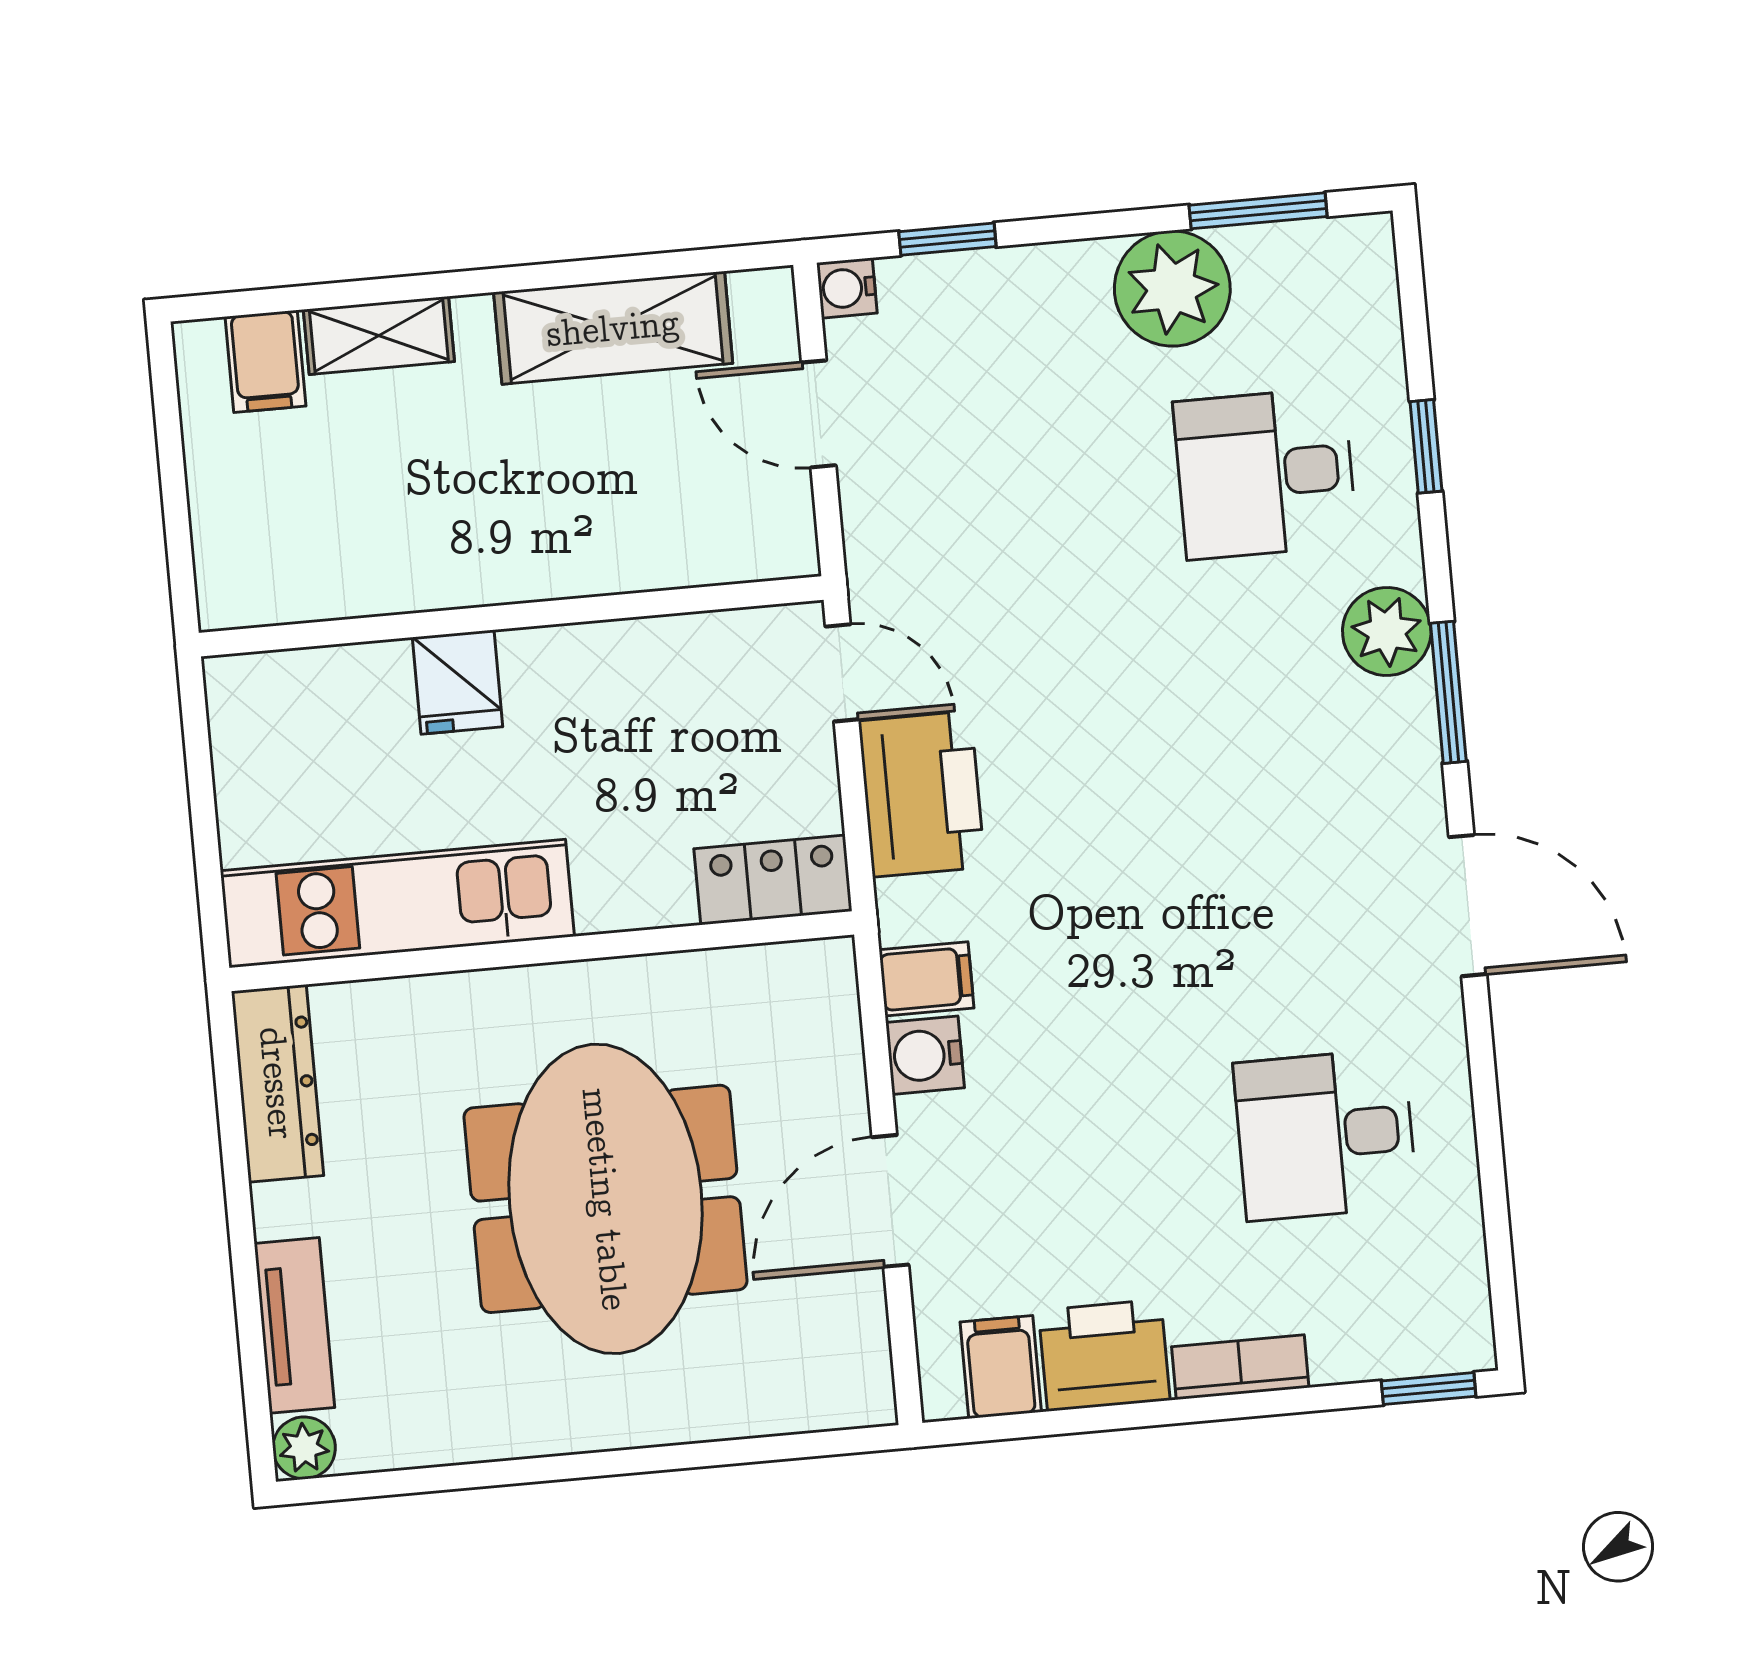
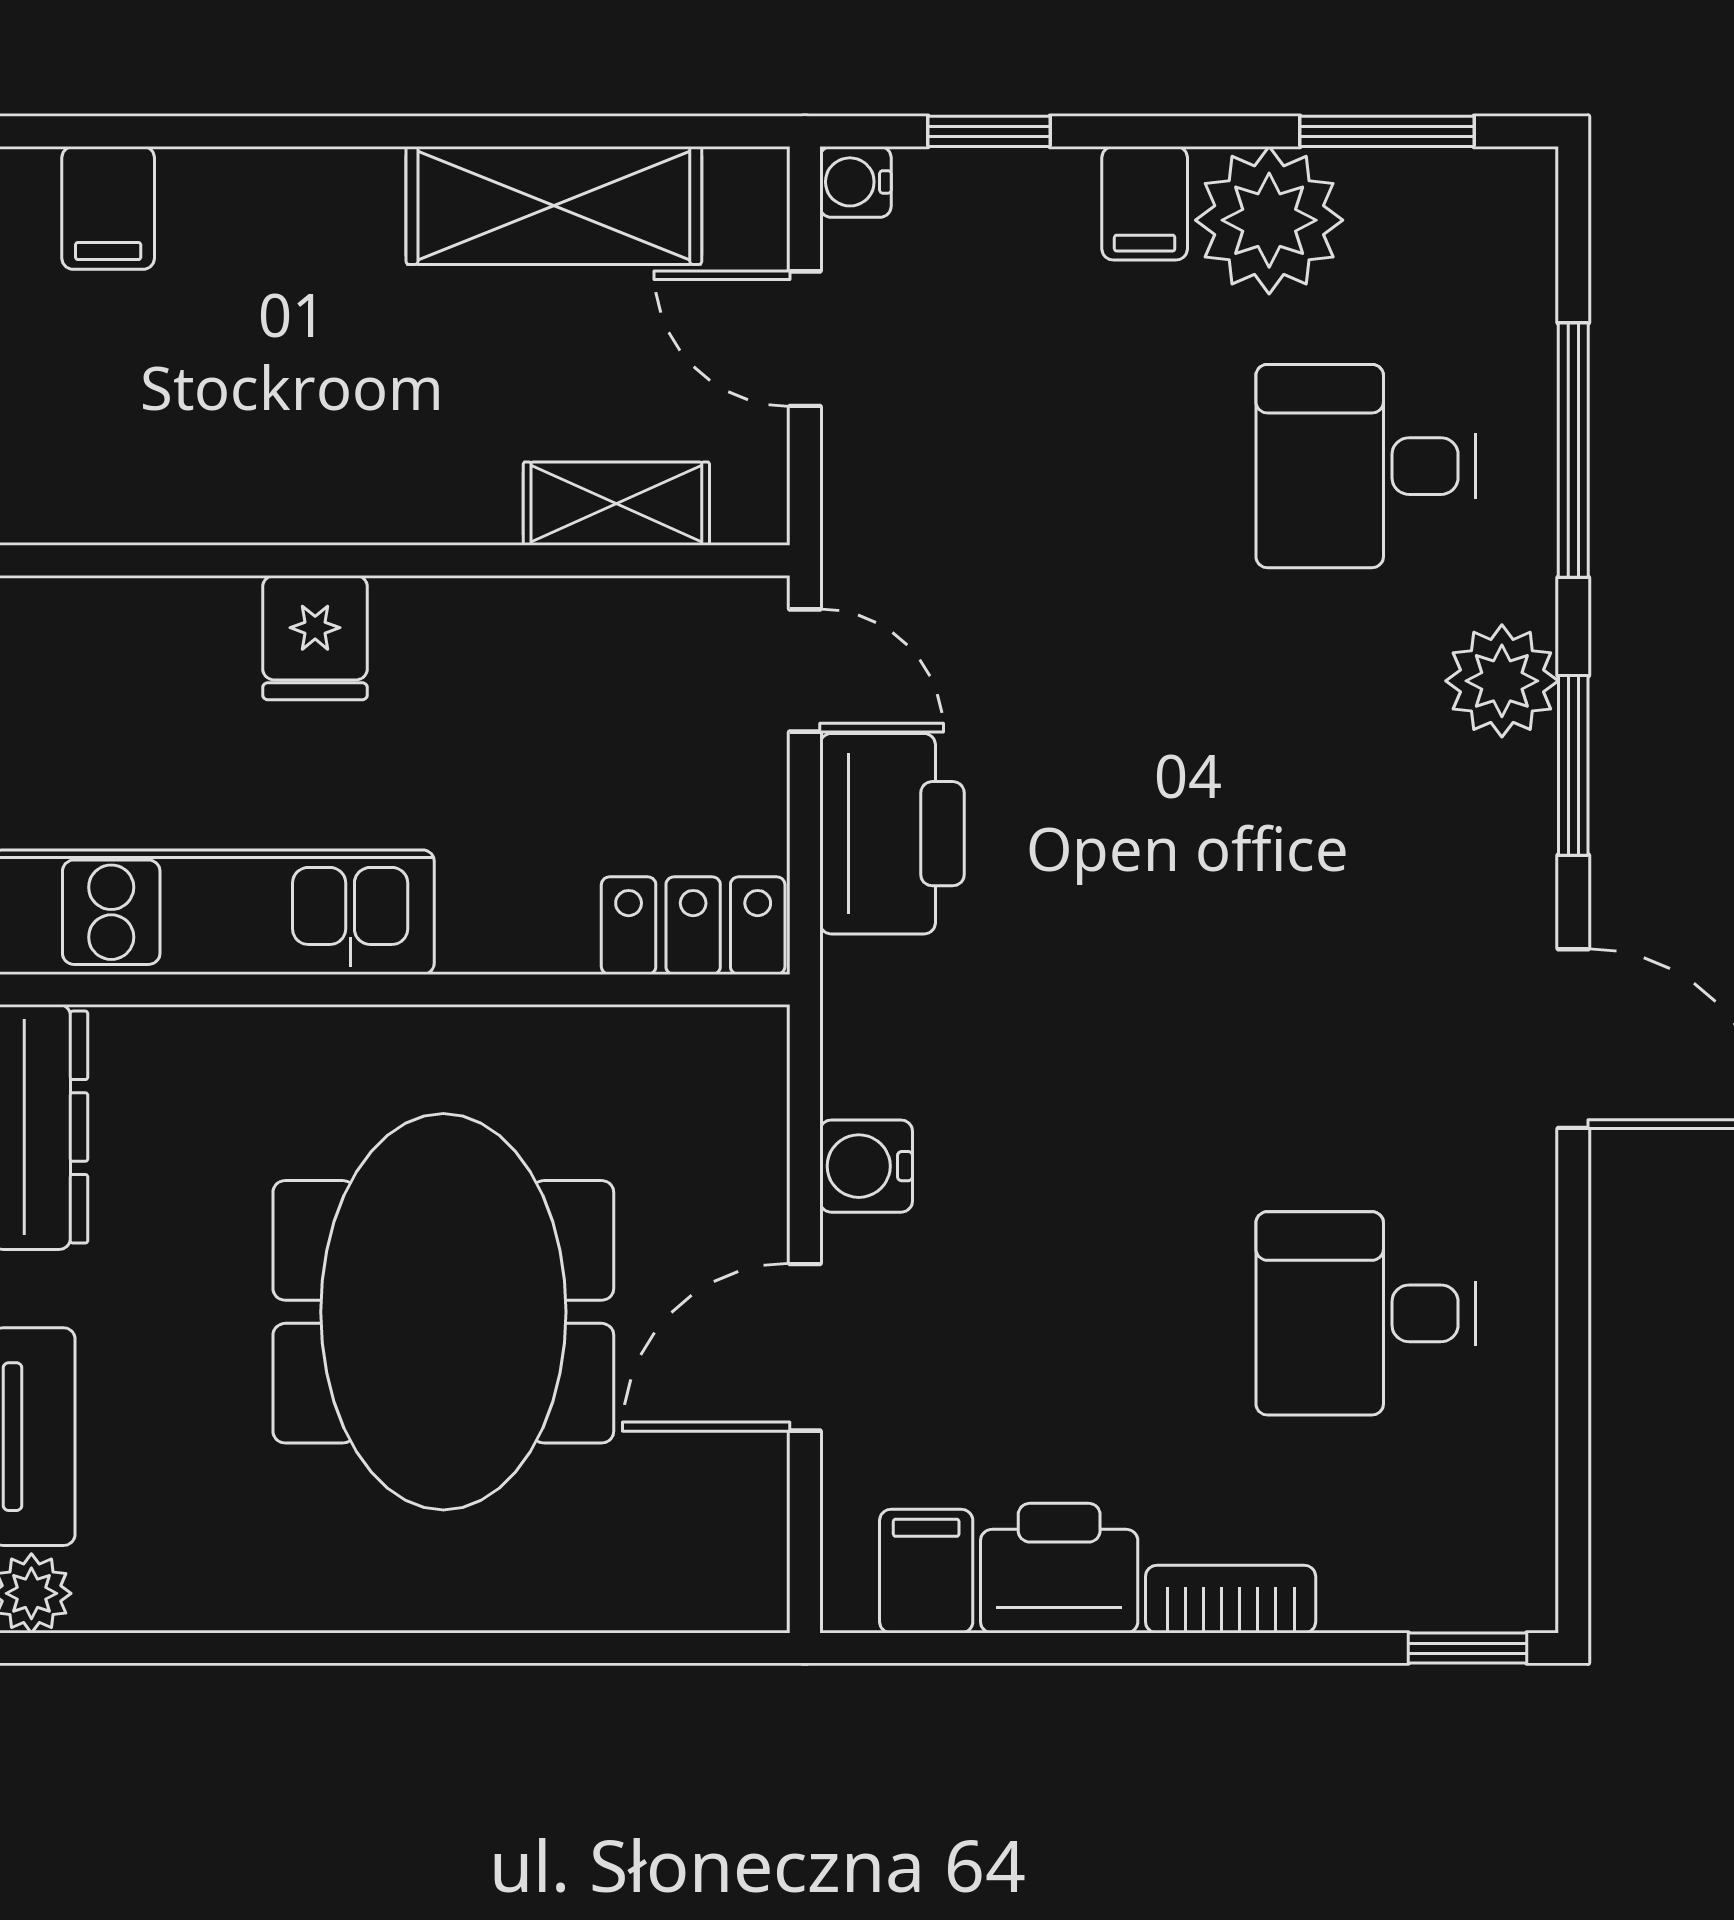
shelving: (379, 336) -> (616, 504), moved
window: (1426, 446) -> (1573, 450), width x2.17
filing cabinet: (926, 979) -> (1145, 203), moved, turned 90

